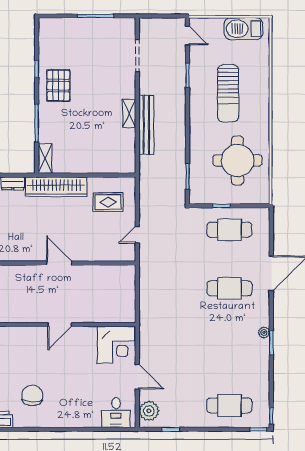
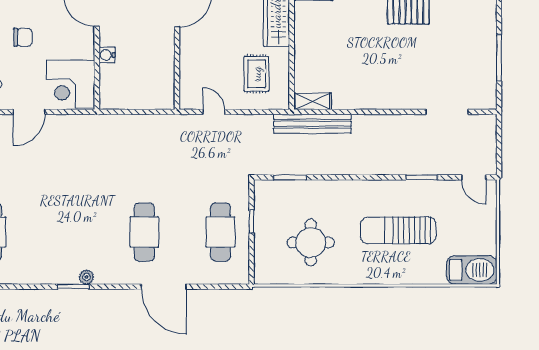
barbecue: (243, 29) -> (472, 270), moved, turned 90
door: (187, 35) -> (474, 177), hinge flipped
shelving: (129, 113) -> (312, 101), moved
bench: (146, 125) -> (312, 124), moved
round table: (237, 160) -> (311, 243), width x0.73, depth x0.73
water cooler: (94, 317) -> (107, 55), added
chair: (80, 381) -> (23, 37), added

